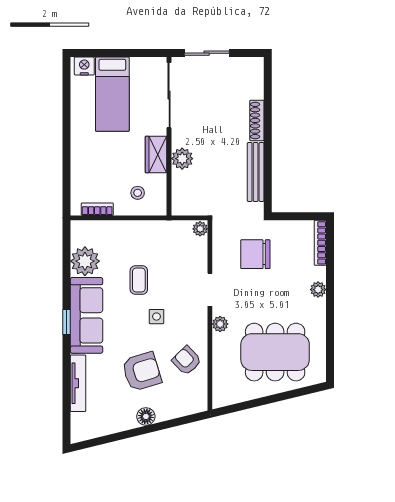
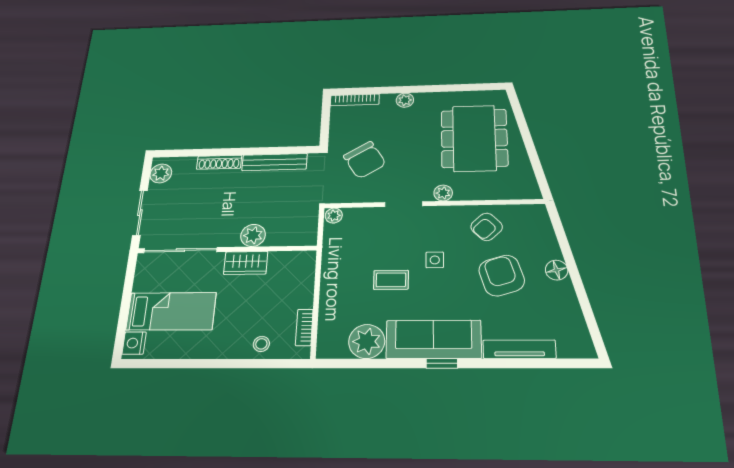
plant: (247, 67) -> (161, 173), added
stool: (138, 193) -> (261, 344), moved
chair: (255, 254) -> (365, 160), turned -31

